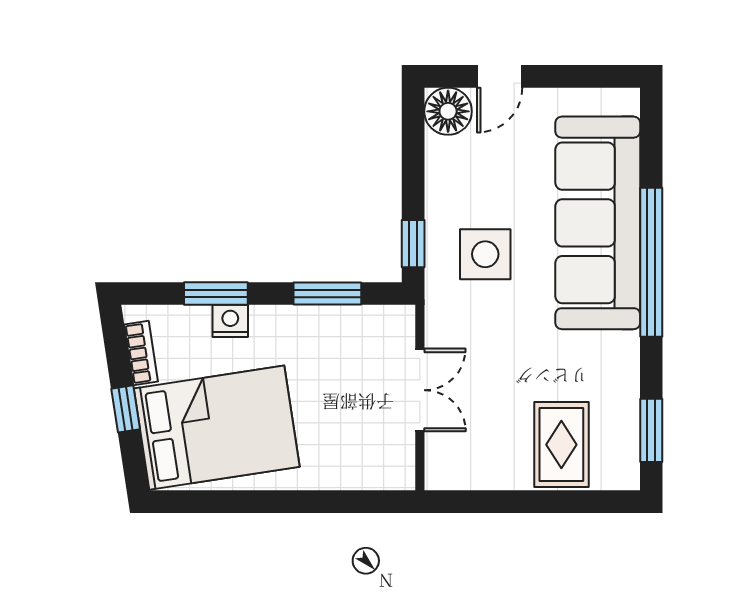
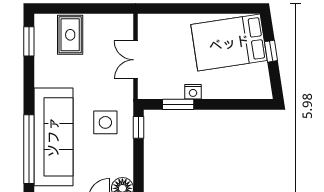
window: (651, 262) -> (29, 149), moved
window: (216, 294) -> (229, 104), removed
nightstand: (230, 321) -> (193, 92), moved
bookcase: (141, 353) -> (264, 77), removed

